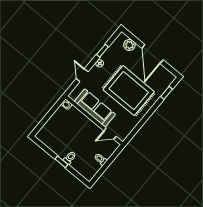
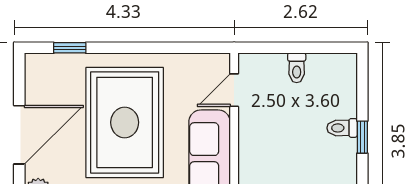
door: (110, 134) -> (234, 90), swing flipped

